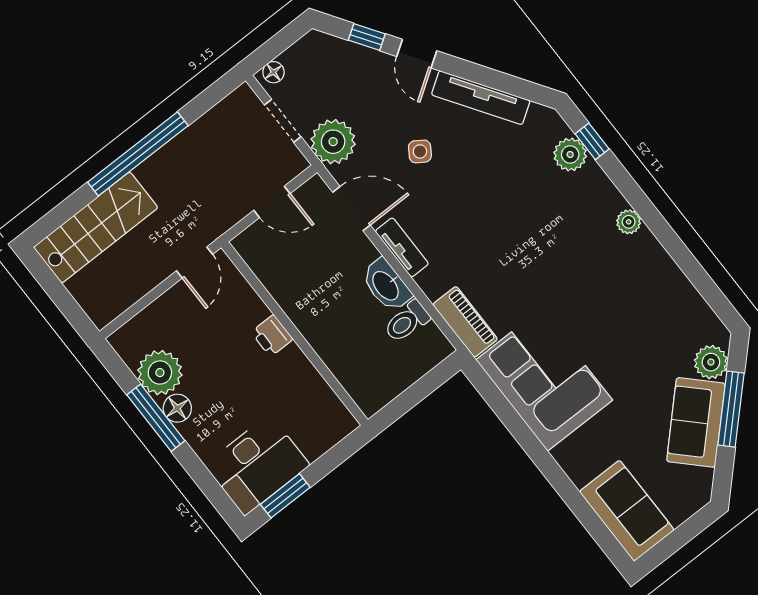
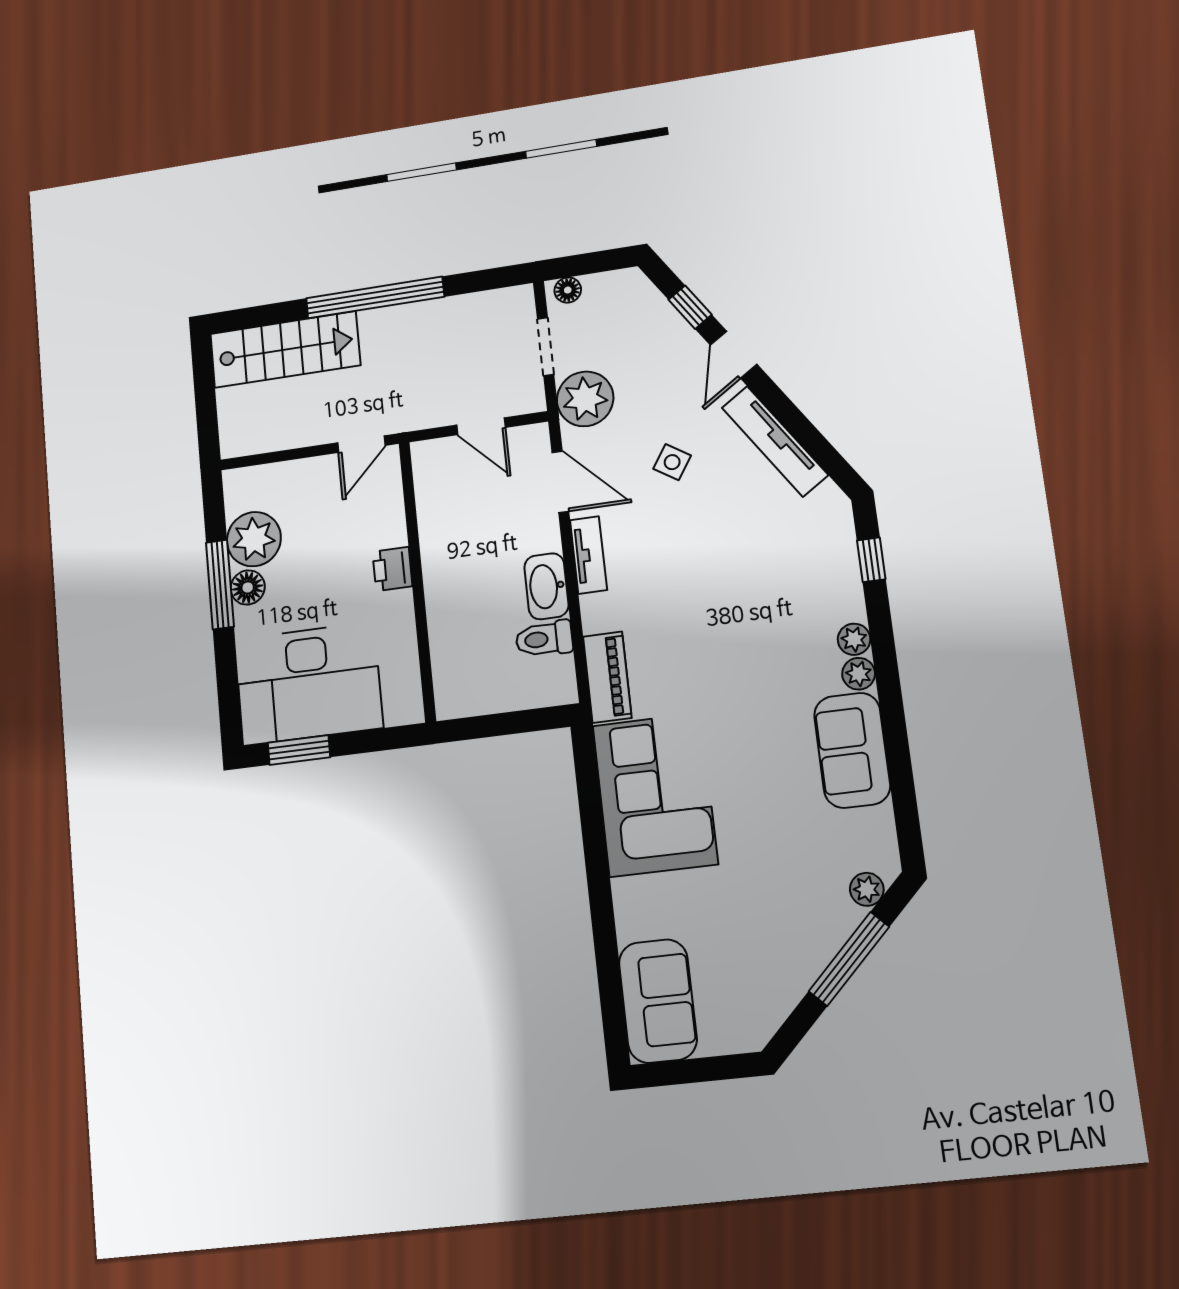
plant: (570, 154) -> (854, 639), moved, width x0.73, depth x0.73
plant: (711, 362) -> (867, 889), width x0.73, depth x0.73
sofa: (696, 422) -> (852, 750), moved, turned -45
desk: (257, 465) -> (308, 684), width x1.36, depth x1.30

